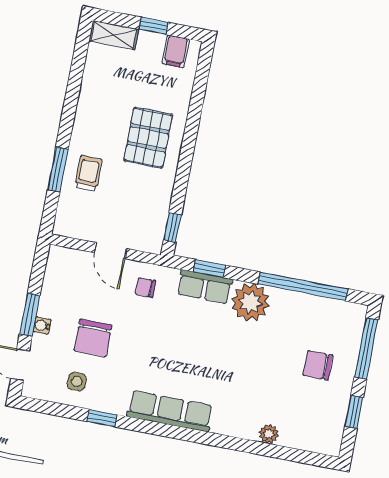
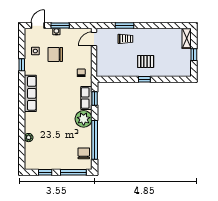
filing cabinet: (176, 51) -> (185, 66), removed
pallet: (148, 138) -> (146, 61), width x0.67, depth x0.71
window: (172, 227) -> (144, 79), moved
door: (111, 251) -> (94, 39), moved
chair: (318, 365) -> (84, 153), moved

